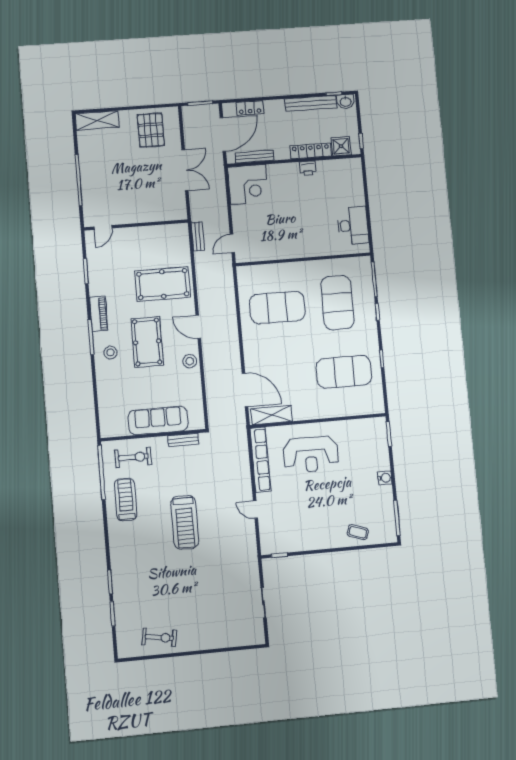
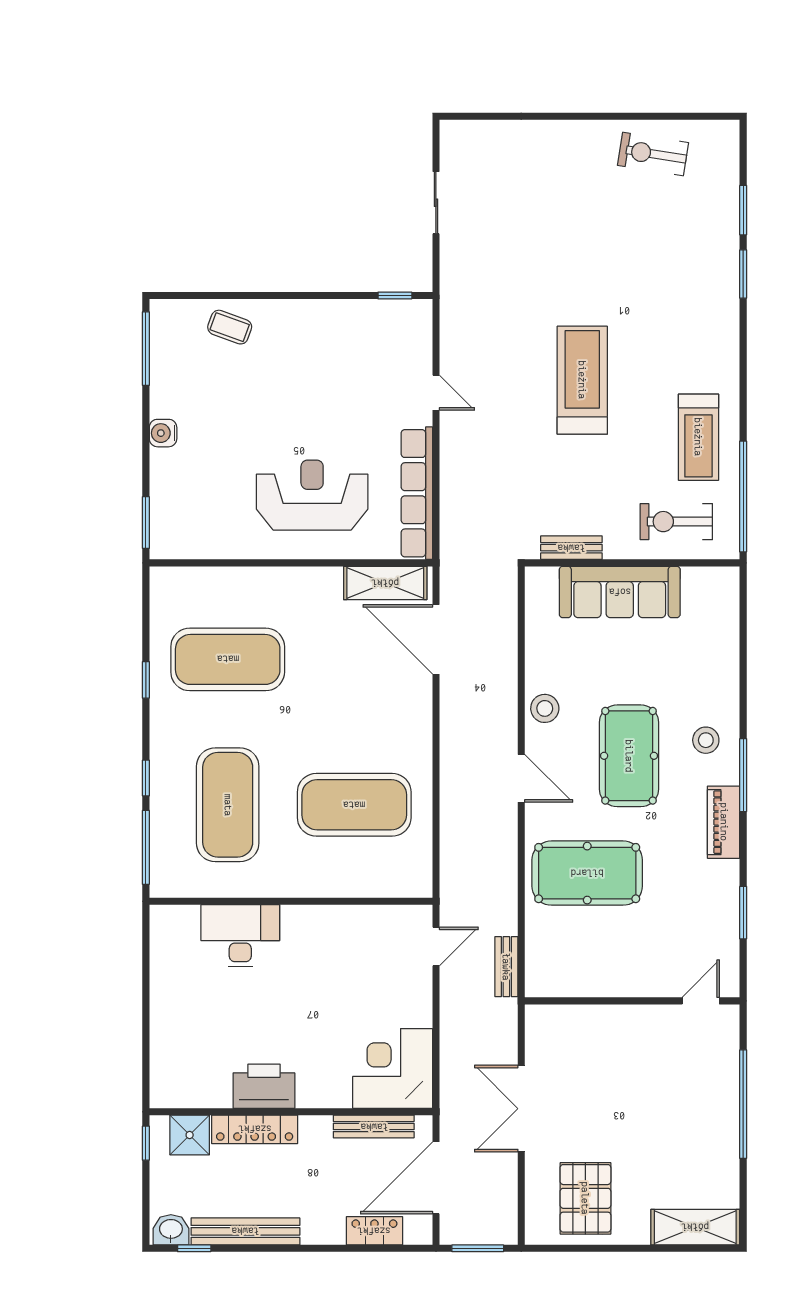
printer: (308, 168) -> (264, 1086), width x1.87, depth x1.48
desk: (353, 225) -> (240, 936), moved, turned 90

